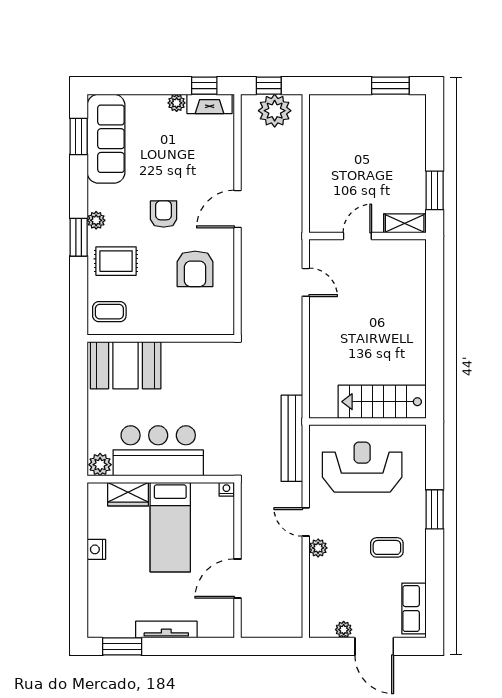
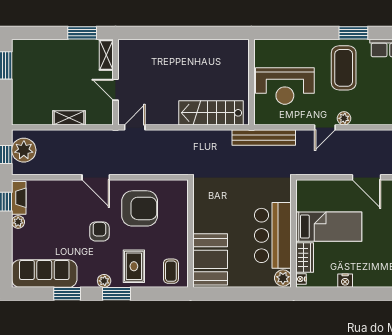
window: (79, 136) -> (67, 294), moved
shelving: (319, 173) -> (69, 118), added
armchair: (164, 214) -> (99, 231), turned 90
armchair: (195, 269) -> (140, 208), width x1.36, depth x1.36
door: (306, 282) -> (135, 127), moved
stairs: (382, 402) -> (211, 113), moved, turned 90
reception desk: (362, 467) -> (285, 86), turned -90
nightstand: (226, 489) -> (301, 279), moved
window: (435, 509) -> (353, 33), moved
coffee table: (387, 547) -> (344, 68), width x1.86, depth x1.72

